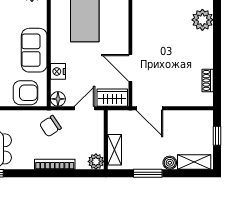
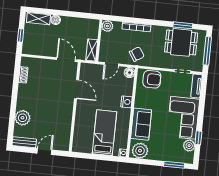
sofa: (34, 50) -> (141, 124), moved
nightstand: (58, 71) -> (127, 102), moved
armchair: (25, 93) -> (152, 79), turned 180
wardrobe: (112, 98) -> (91, 70), removed
shelving: (114, 150) -> (92, 50), moved
window: (148, 173) -> (72, 14), removed

